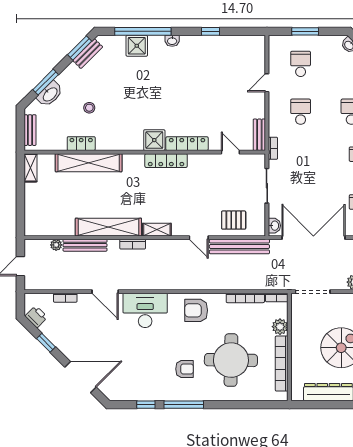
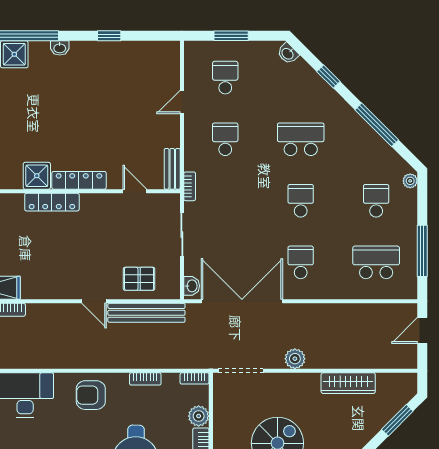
shelving: (157, 230) -> (40, 291), removed
bookcase: (245, 298) -> (145, 379), width x0.64

